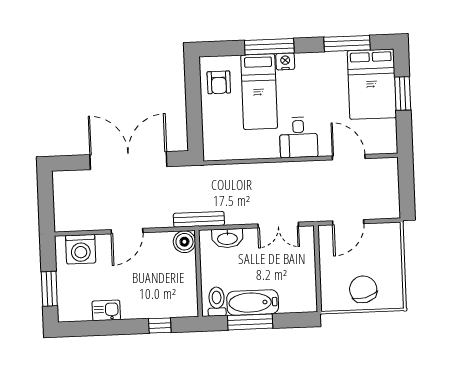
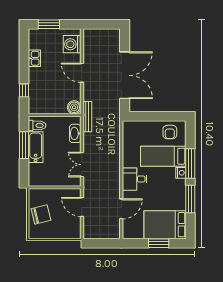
window: (347, 43) -> (190, 199), moved
armchair: (219, 82) -> (170, 132), turned -90

